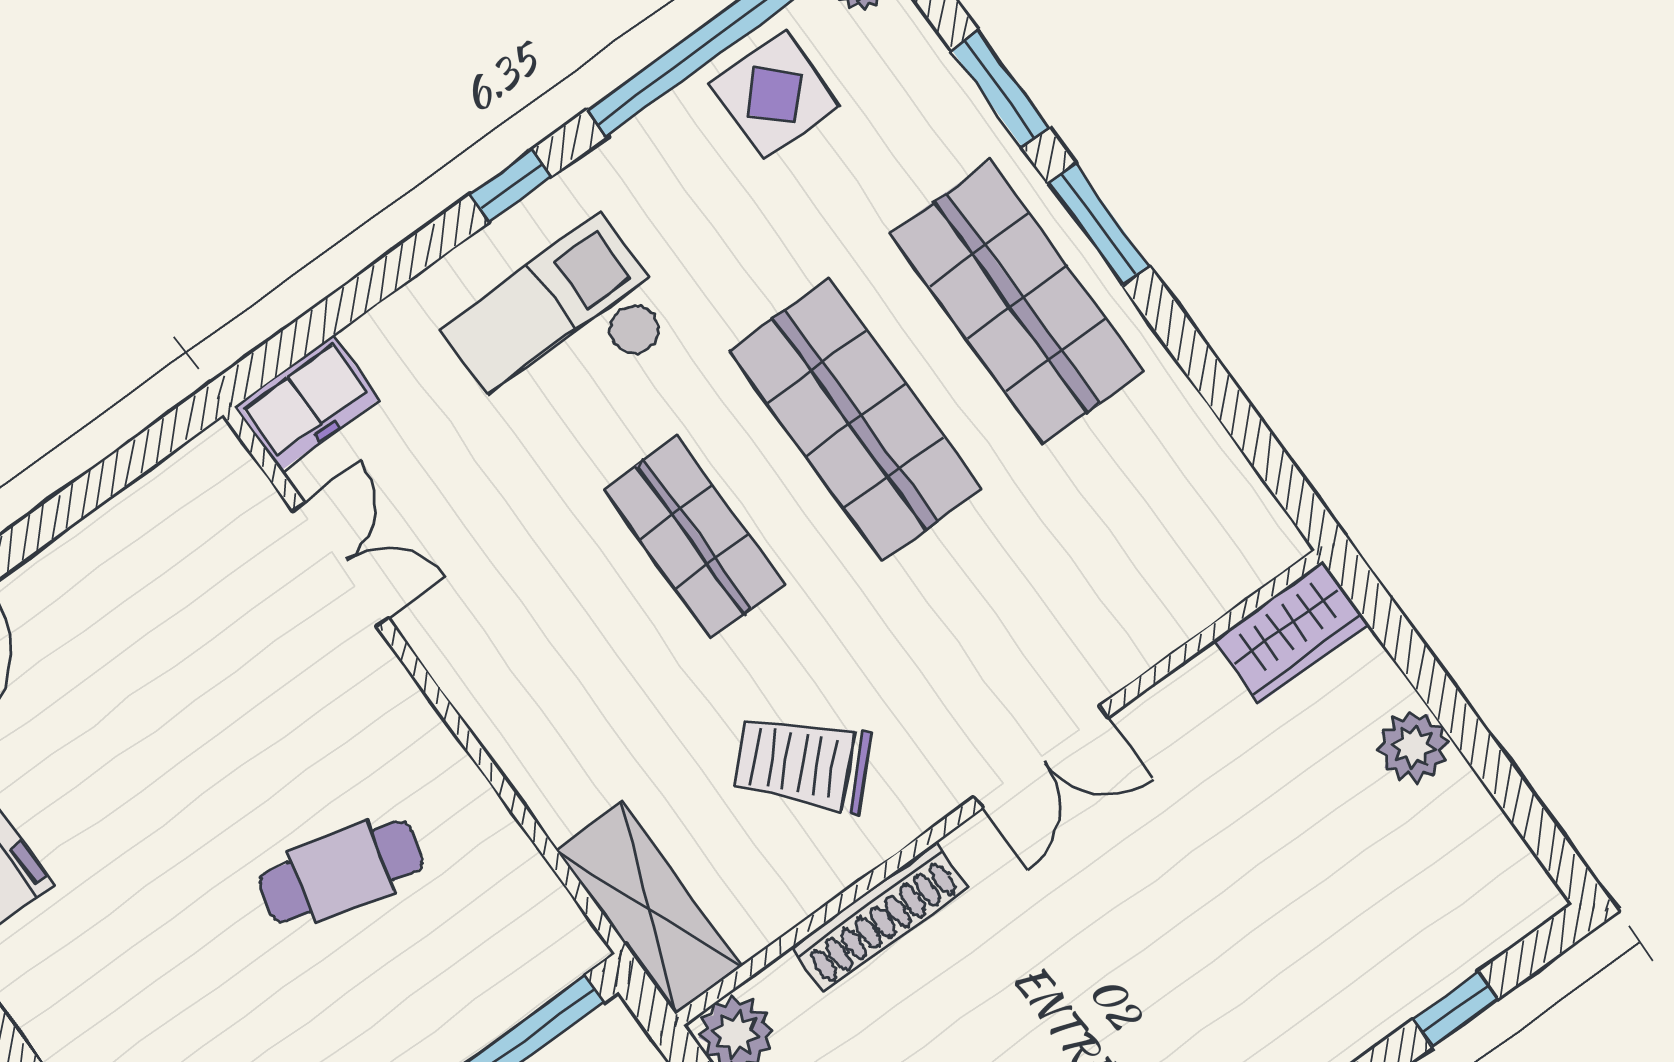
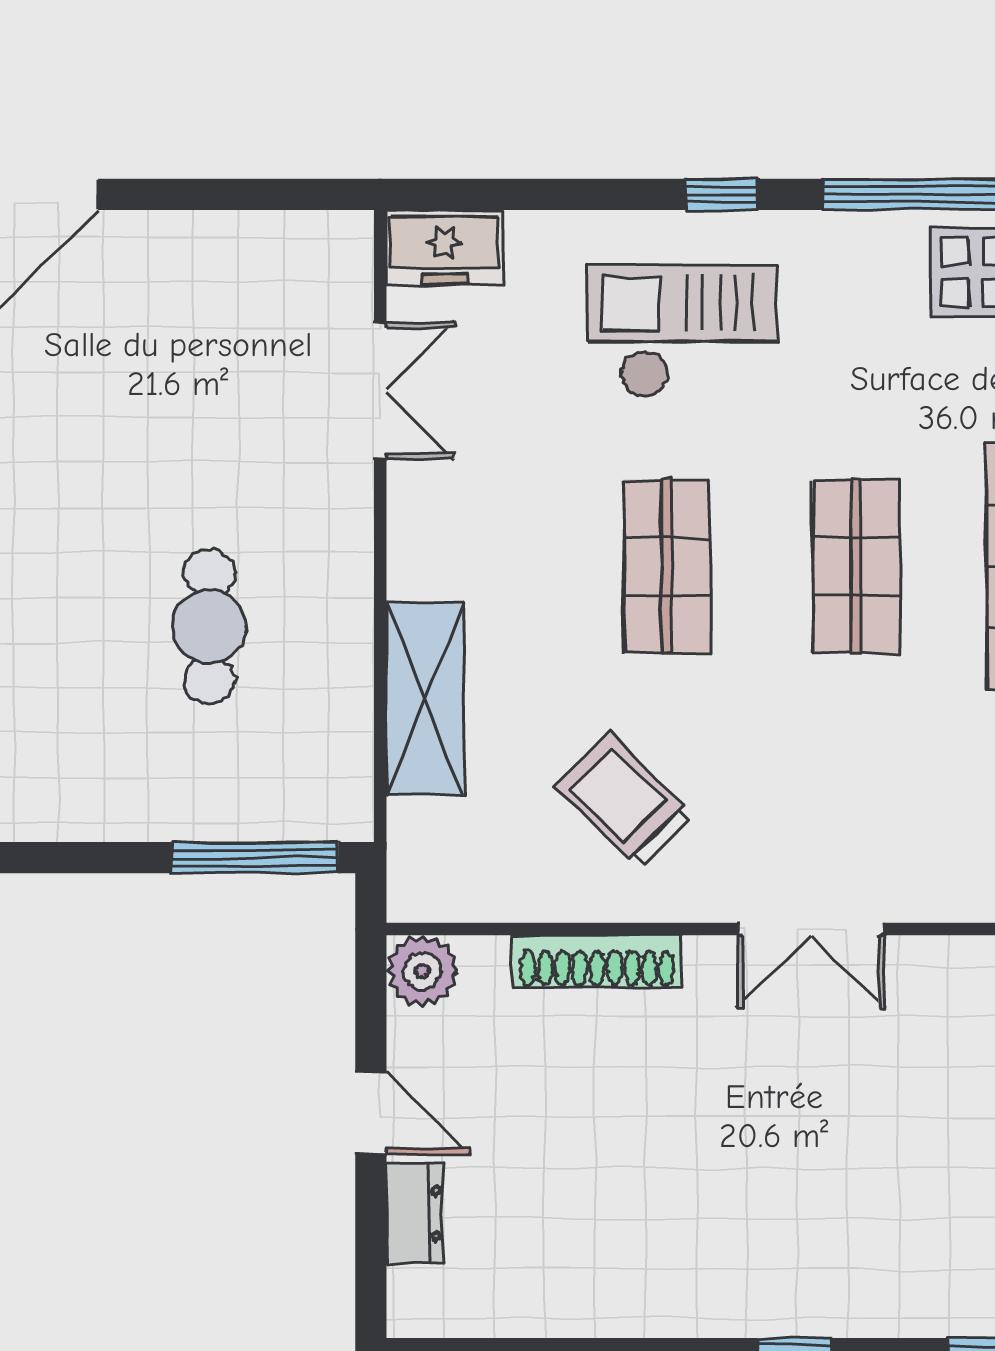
shop shelf: (855, 420) -> (856, 566), width x0.70, depth x0.74
cafe table: (341, 872) -> (209, 627), turned 75
shelving: (649, 908) -> (425, 699), moved

